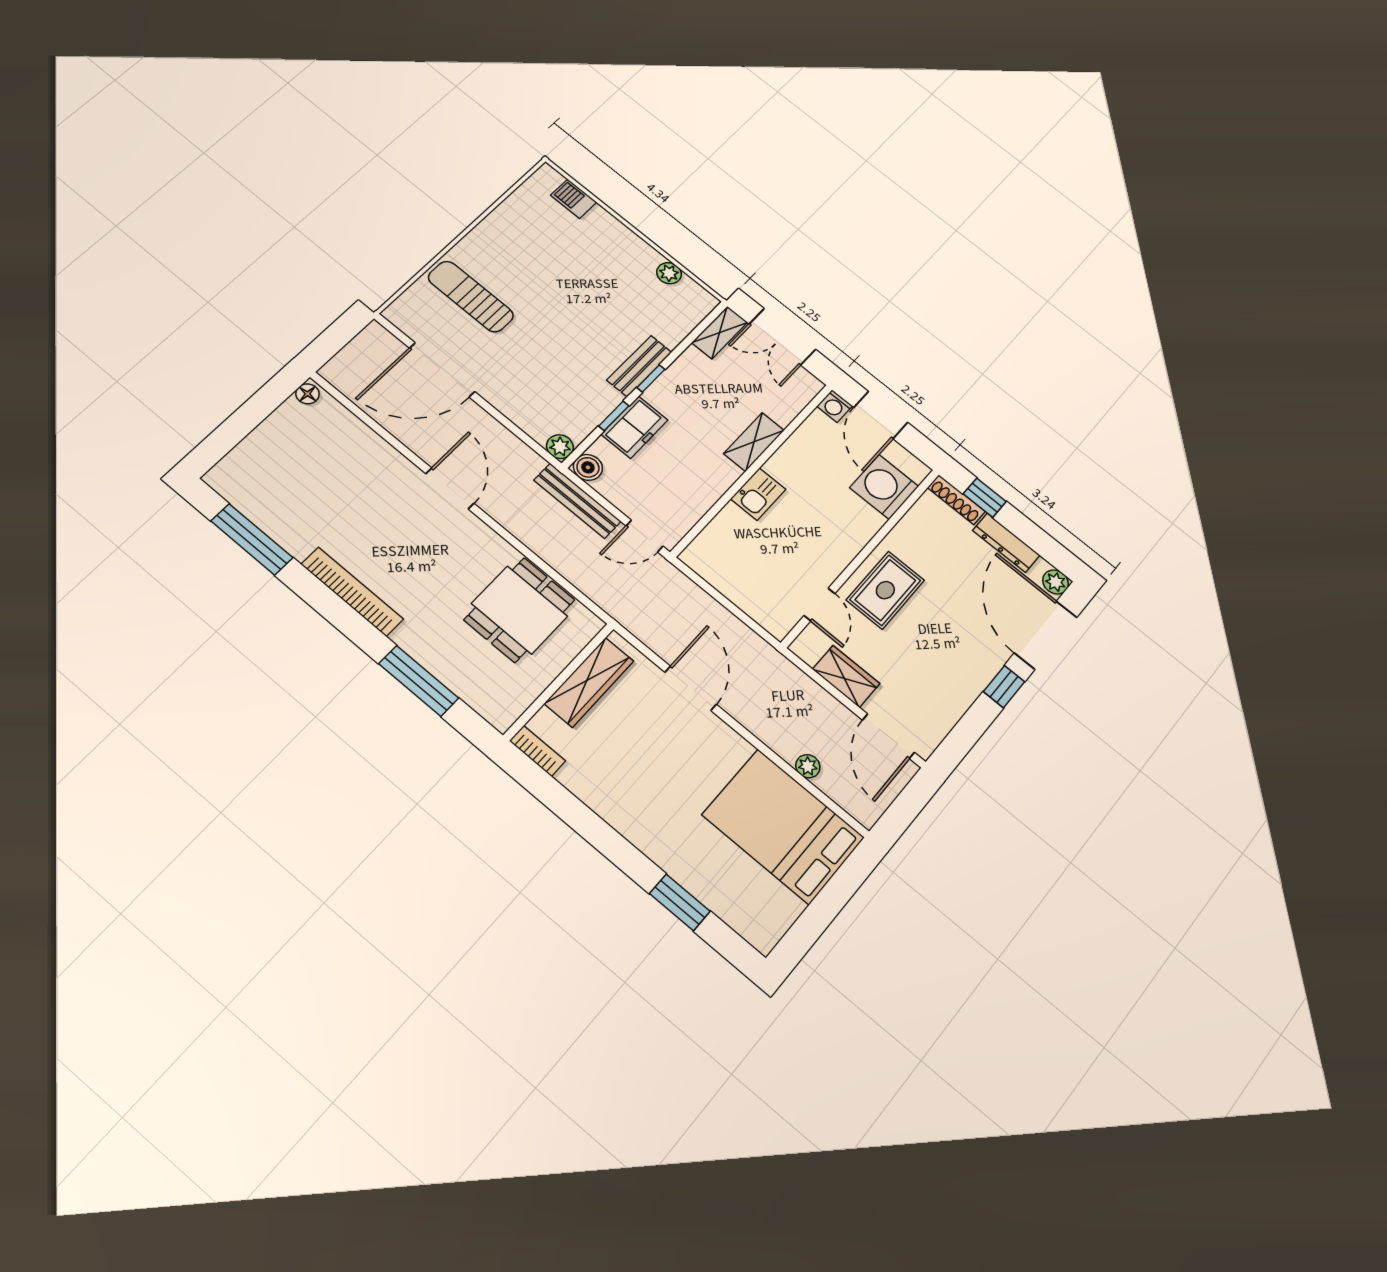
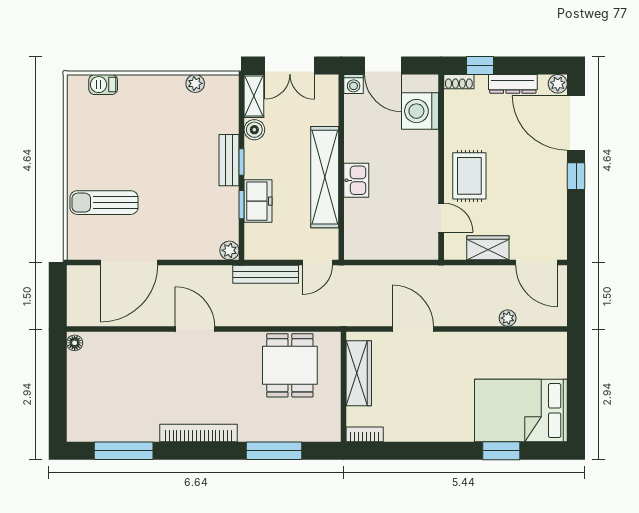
shelving: (754, 442) -> (325, 177), width x2.20, depth x1.33
boiler: (588, 467) -> (254, 130), moved
shoe rack: (956, 500) -> (459, 82), width x0.70
bed: (783, 826) -> (521, 411), moved

